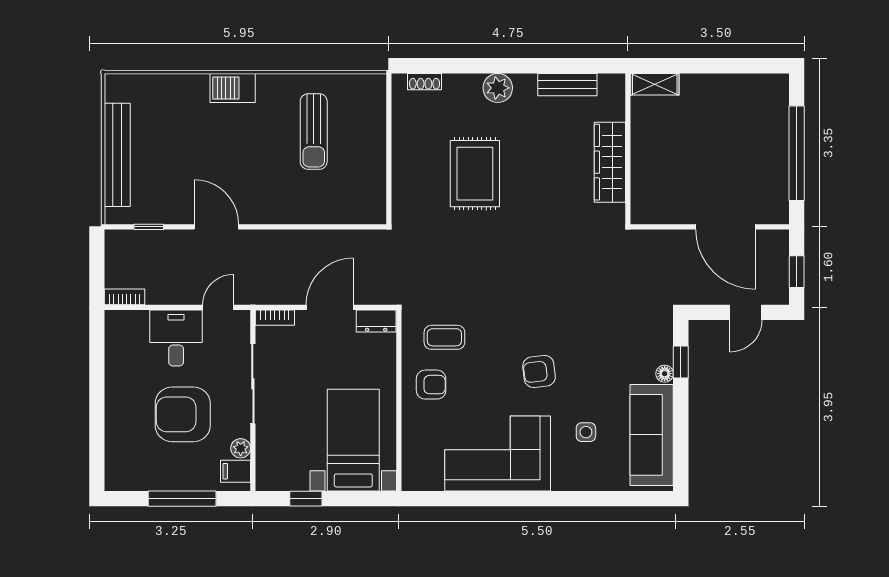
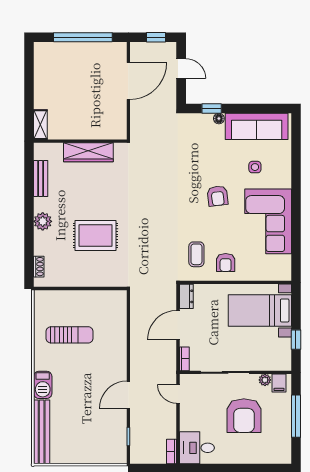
bench: (117, 155) -> (42, 432), moved, turned 90
door: (330, 307) -> (178, 325), hinge flipped
desk: (176, 338) -> (197, 448), moved
armchair: (431, 385) -> (226, 263), turned 180

